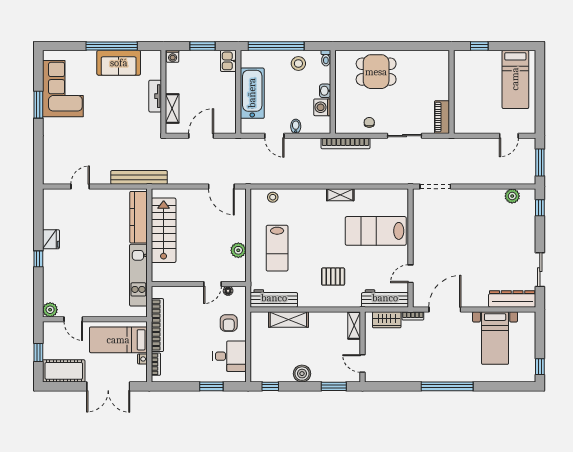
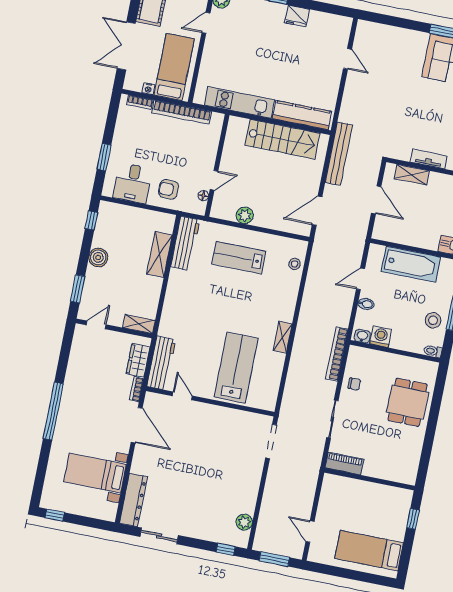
washbasin: (325, 91) -> (362, 336), moved
bench: (139, 177) -> (339, 154), moved
pallet: (333, 277) -> (196, 312), removed
door: (212, 284) -> (214, 180), swing flipped

